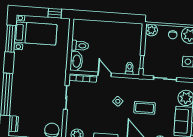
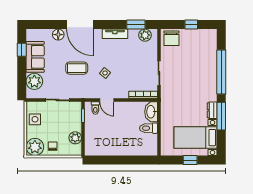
window: (55, 13) -> (190, 160), moved
plant: (151, 30) -> (75, 138), moved
window: (11, 39) -> (221, 116), moved
door: (105, 74) -> (107, 100), moved
dresser: (13, 124) -> (212, 110), moved

